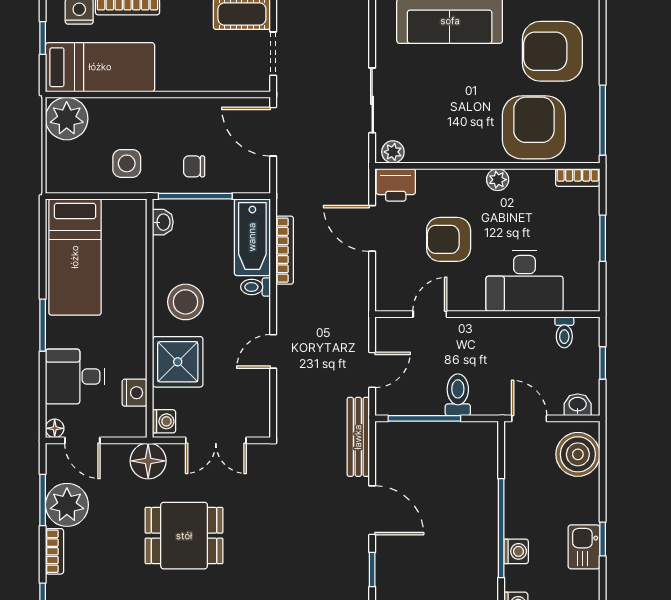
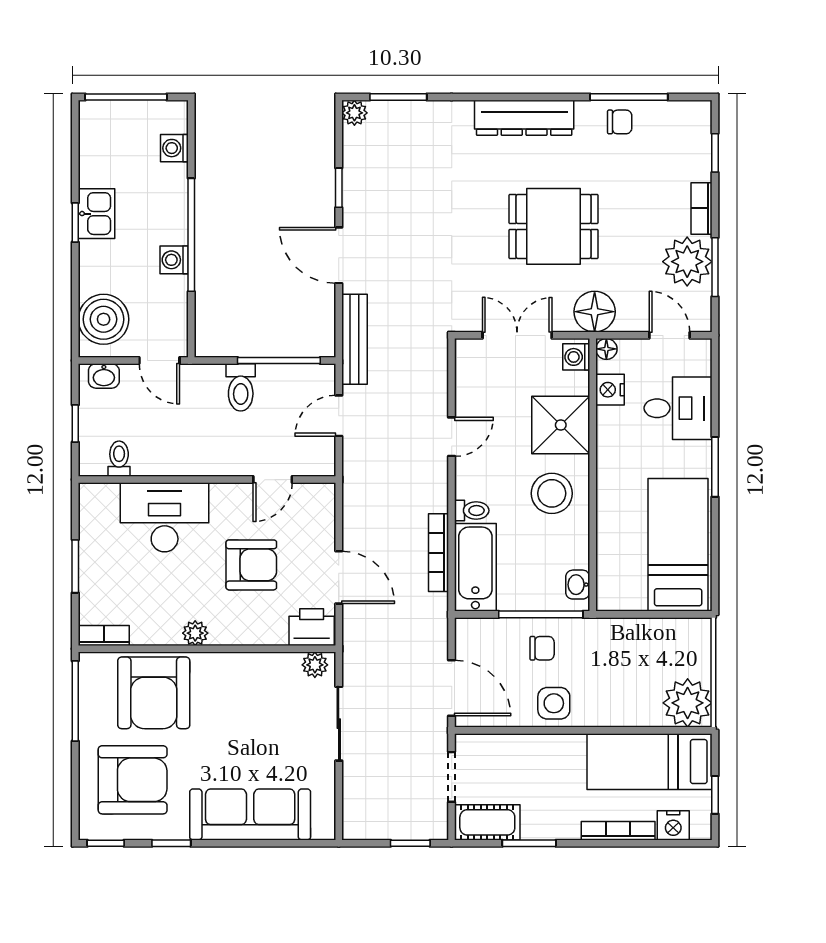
side table: (127, 163) -> (554, 703), moved
floor lamp: (55, 428) -> (606, 349), moved
washing machine: (516, 551) -> (174, 260), moved

